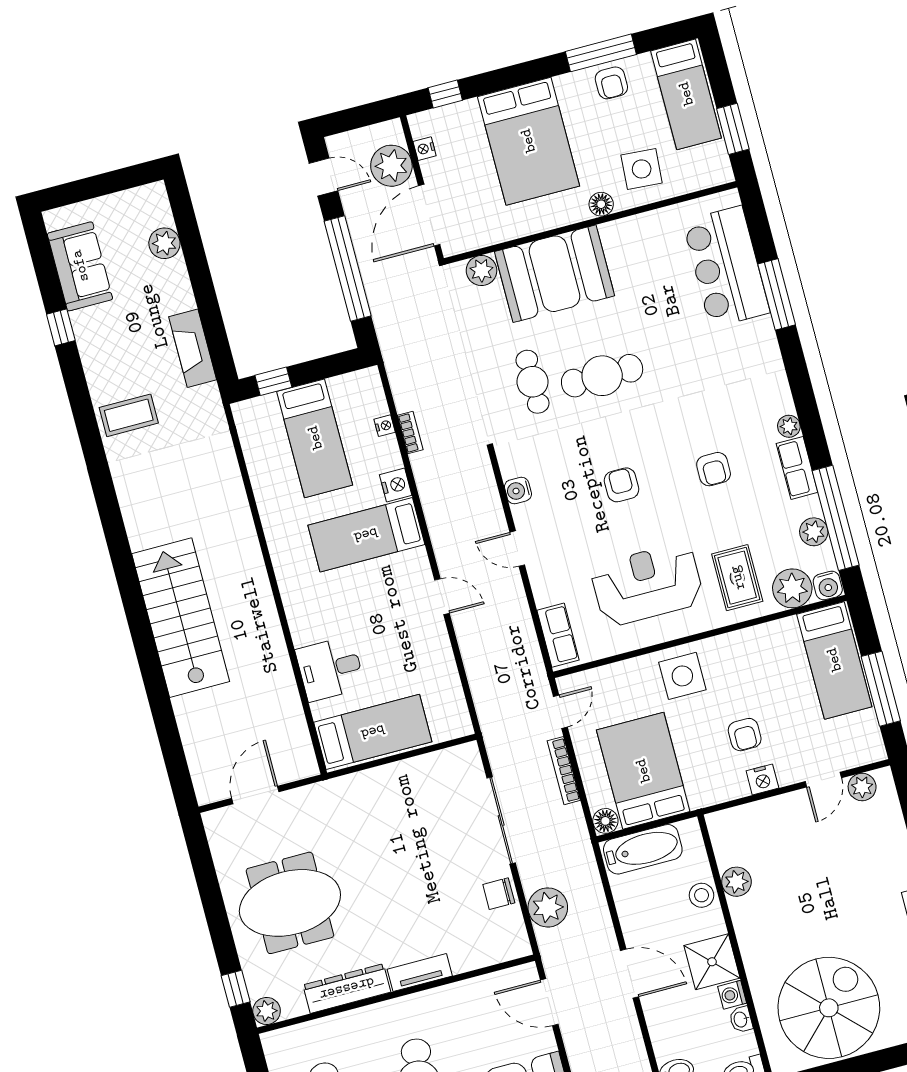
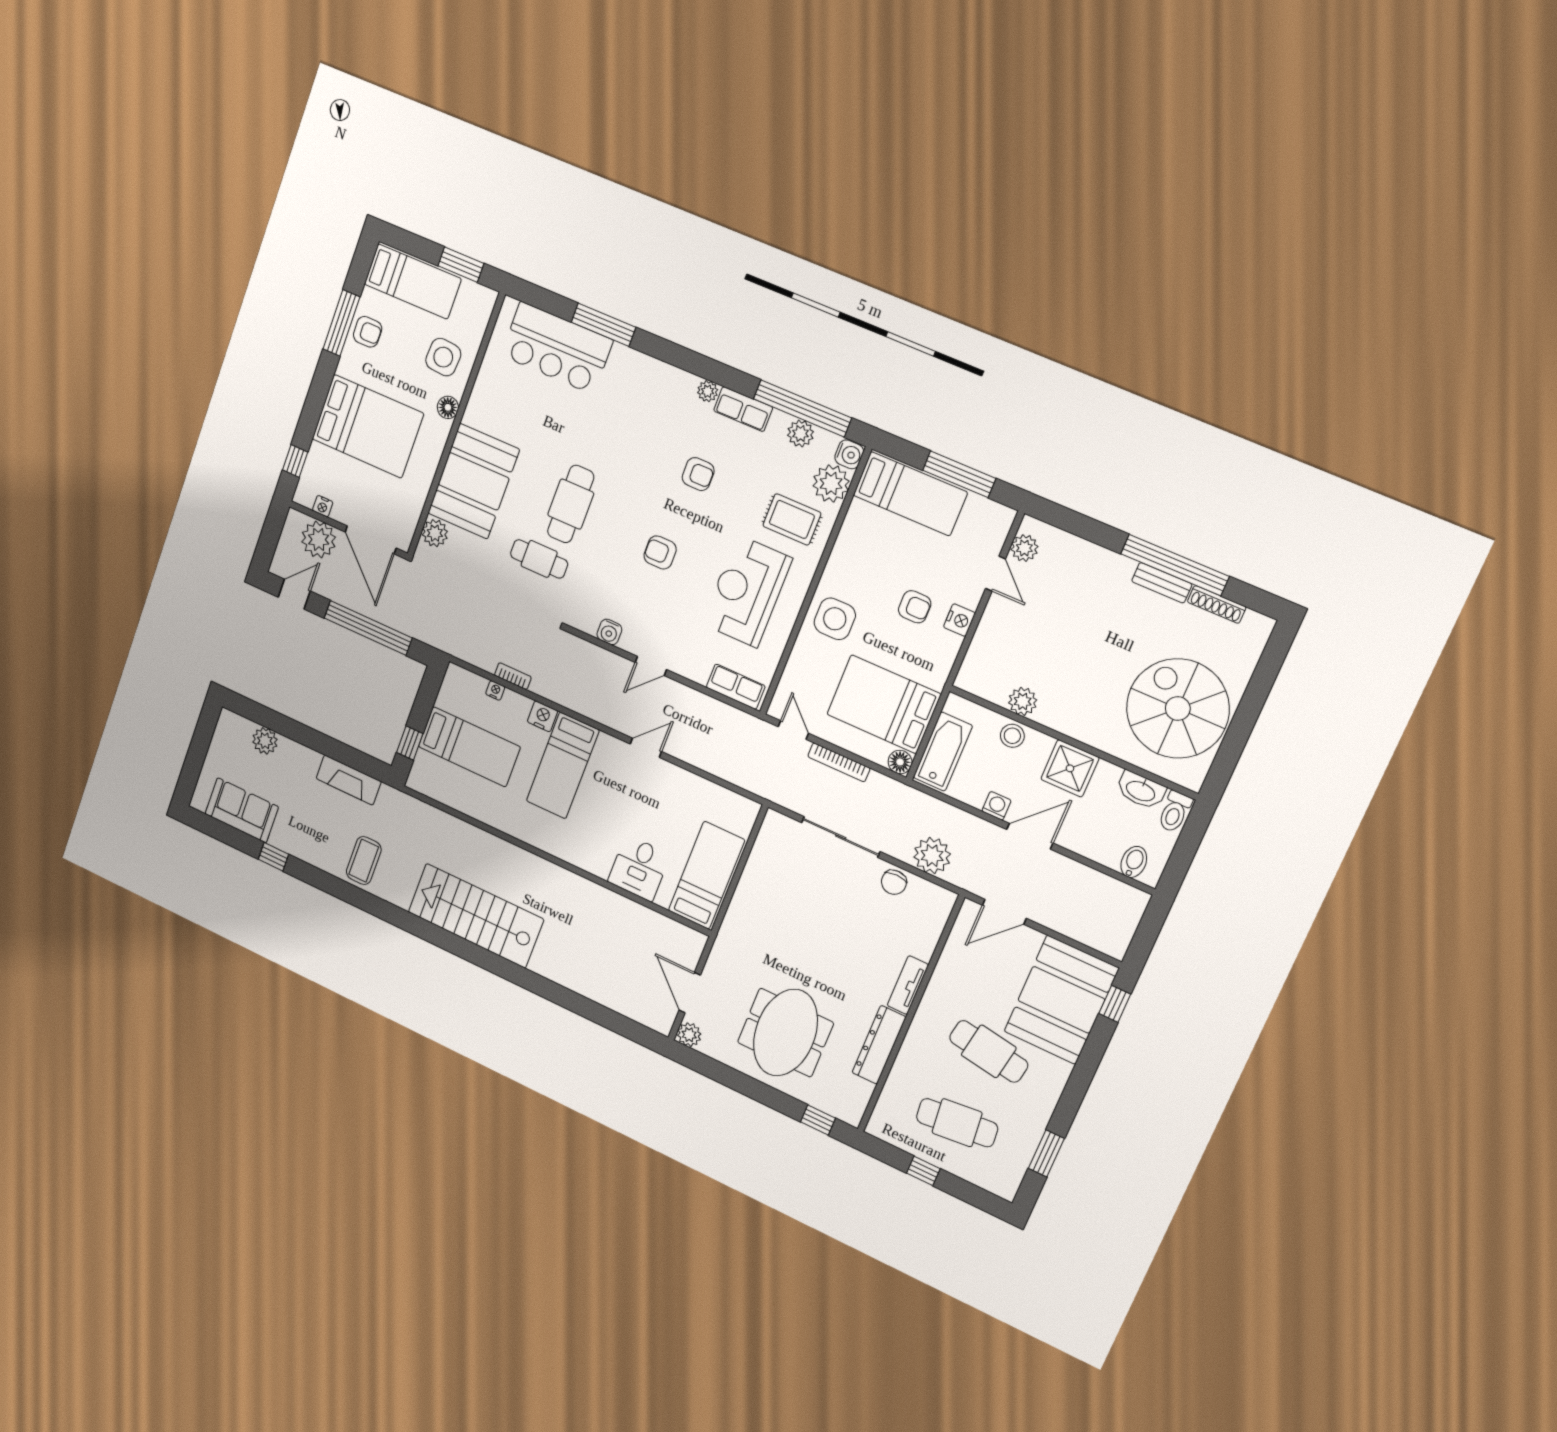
stairs: (181, 618) -> (476, 916), moved
washing machine: (732, 995) -> (996, 806), moved, turned 180
plant: (267, 1011) -> (689, 1035), moved
washbasin: (741, 1019) -> (1141, 790), width x1.91, depth x1.45

